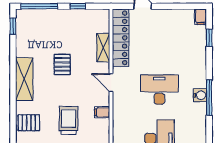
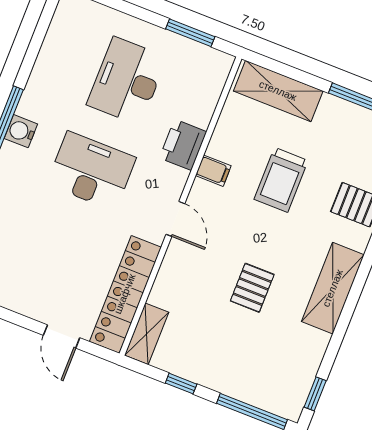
shelving: (103, 48) -> (147, 334), moved
desk: (159, 90) -> (91, 171), turned 180
printer: (121, 119) -> (183, 145), added

